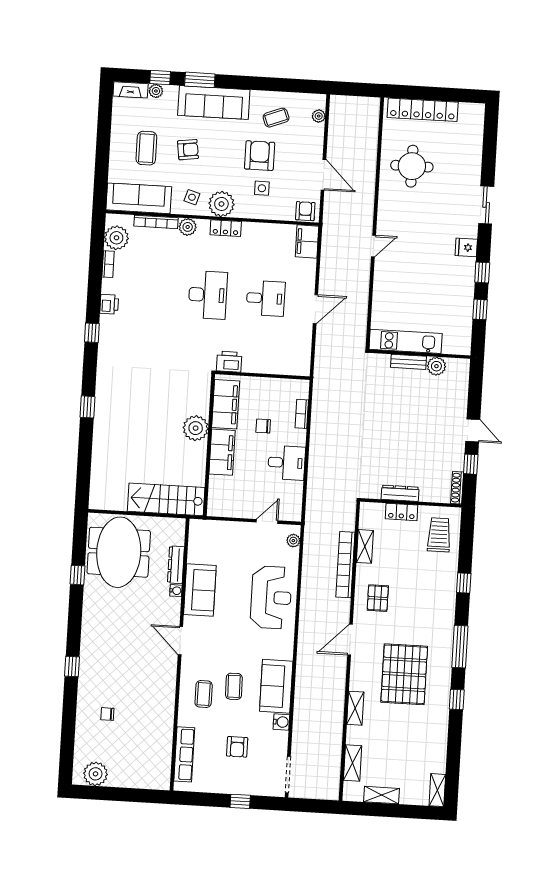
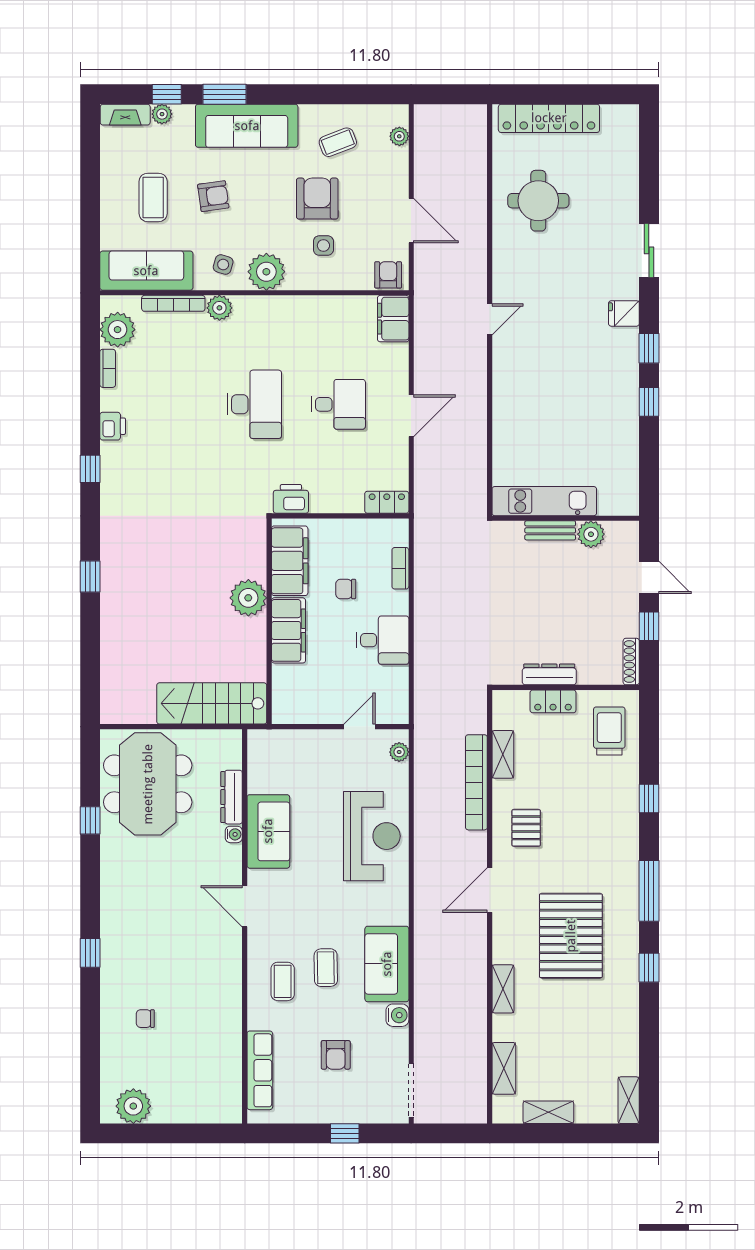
locker: (226, 228) -> (387, 502), moved, turned 180
kitchen unit: (406, 341) -> (544, 501), moved
wall: (420, 354) -> (566, 518), moved
bench: (408, 362) -> (550, 530), moved
plant: (436, 366) -> (591, 534), moved

